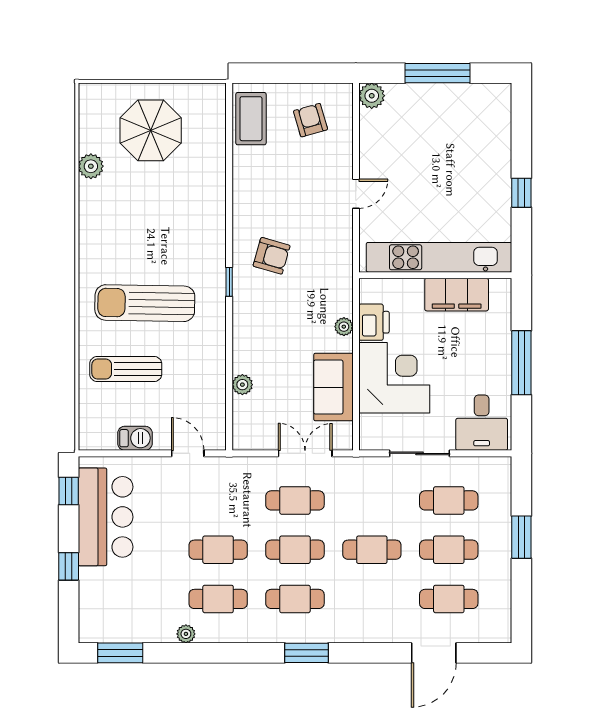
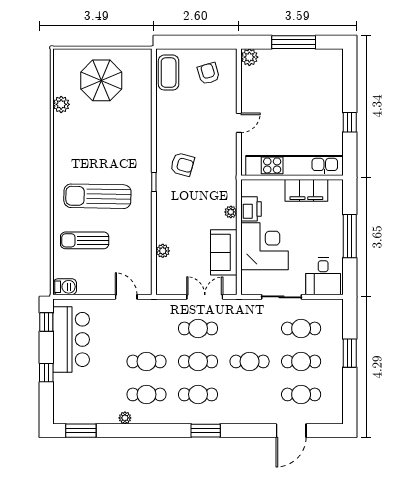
barbecue: (135, 438) -> (65, 287), moved

